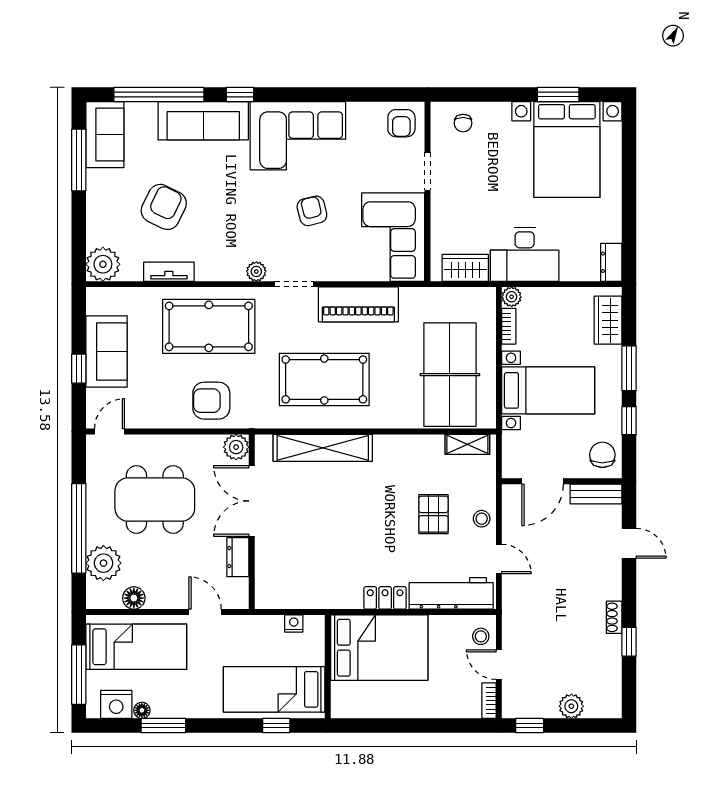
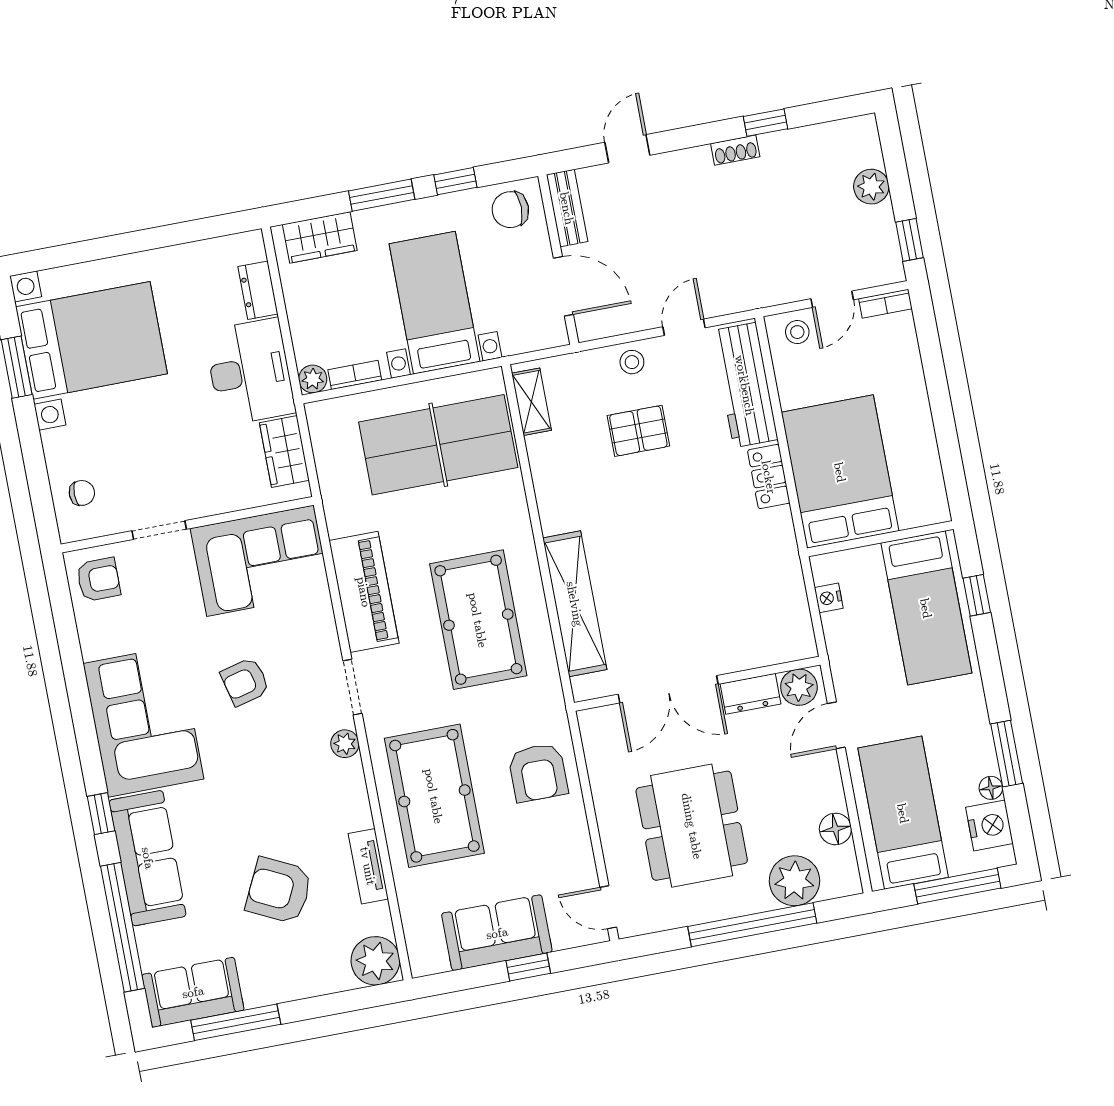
dresser: (611, 262) -> (258, 290), moved, turned 90
plant: (236, 447) -> (799, 687), moved

